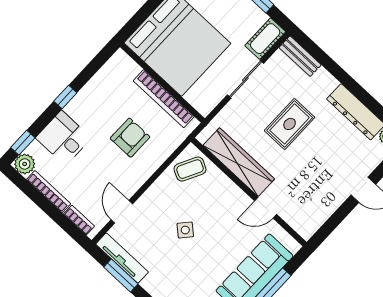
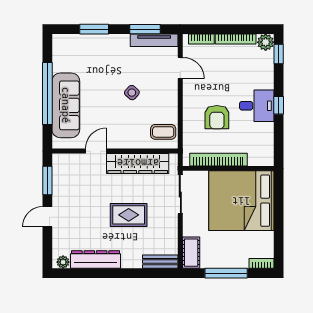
sliding door: (245, 79) -> (180, 194), moved
rug: (290, 124) -> (129, 215), turned 90
desk: (63, 138) -> (257, 106), moved
coffee table: (190, 169) -> (163, 132), turned 63
window: (333, 222) -> (47, 180), added

